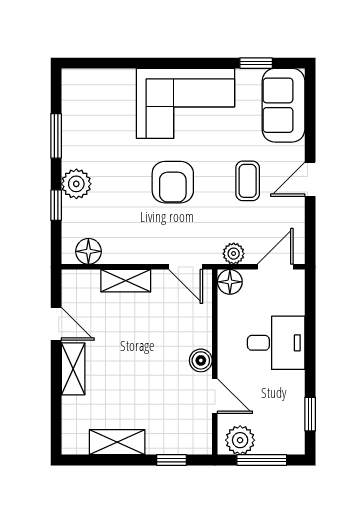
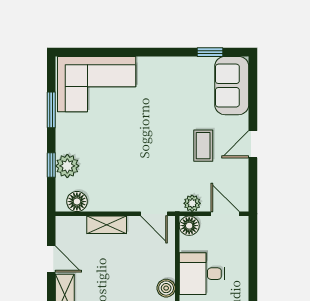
corner sofa: (185, 103) -> (97, 84), moved
armchair: (173, 182) -> (144, 147), removed
plant: (76, 184) -> (67, 166), moved
door: (275, 267) -> (225, 214), hinge flipped
desk: (276, 343) -> (202, 274), moved, turned 180

